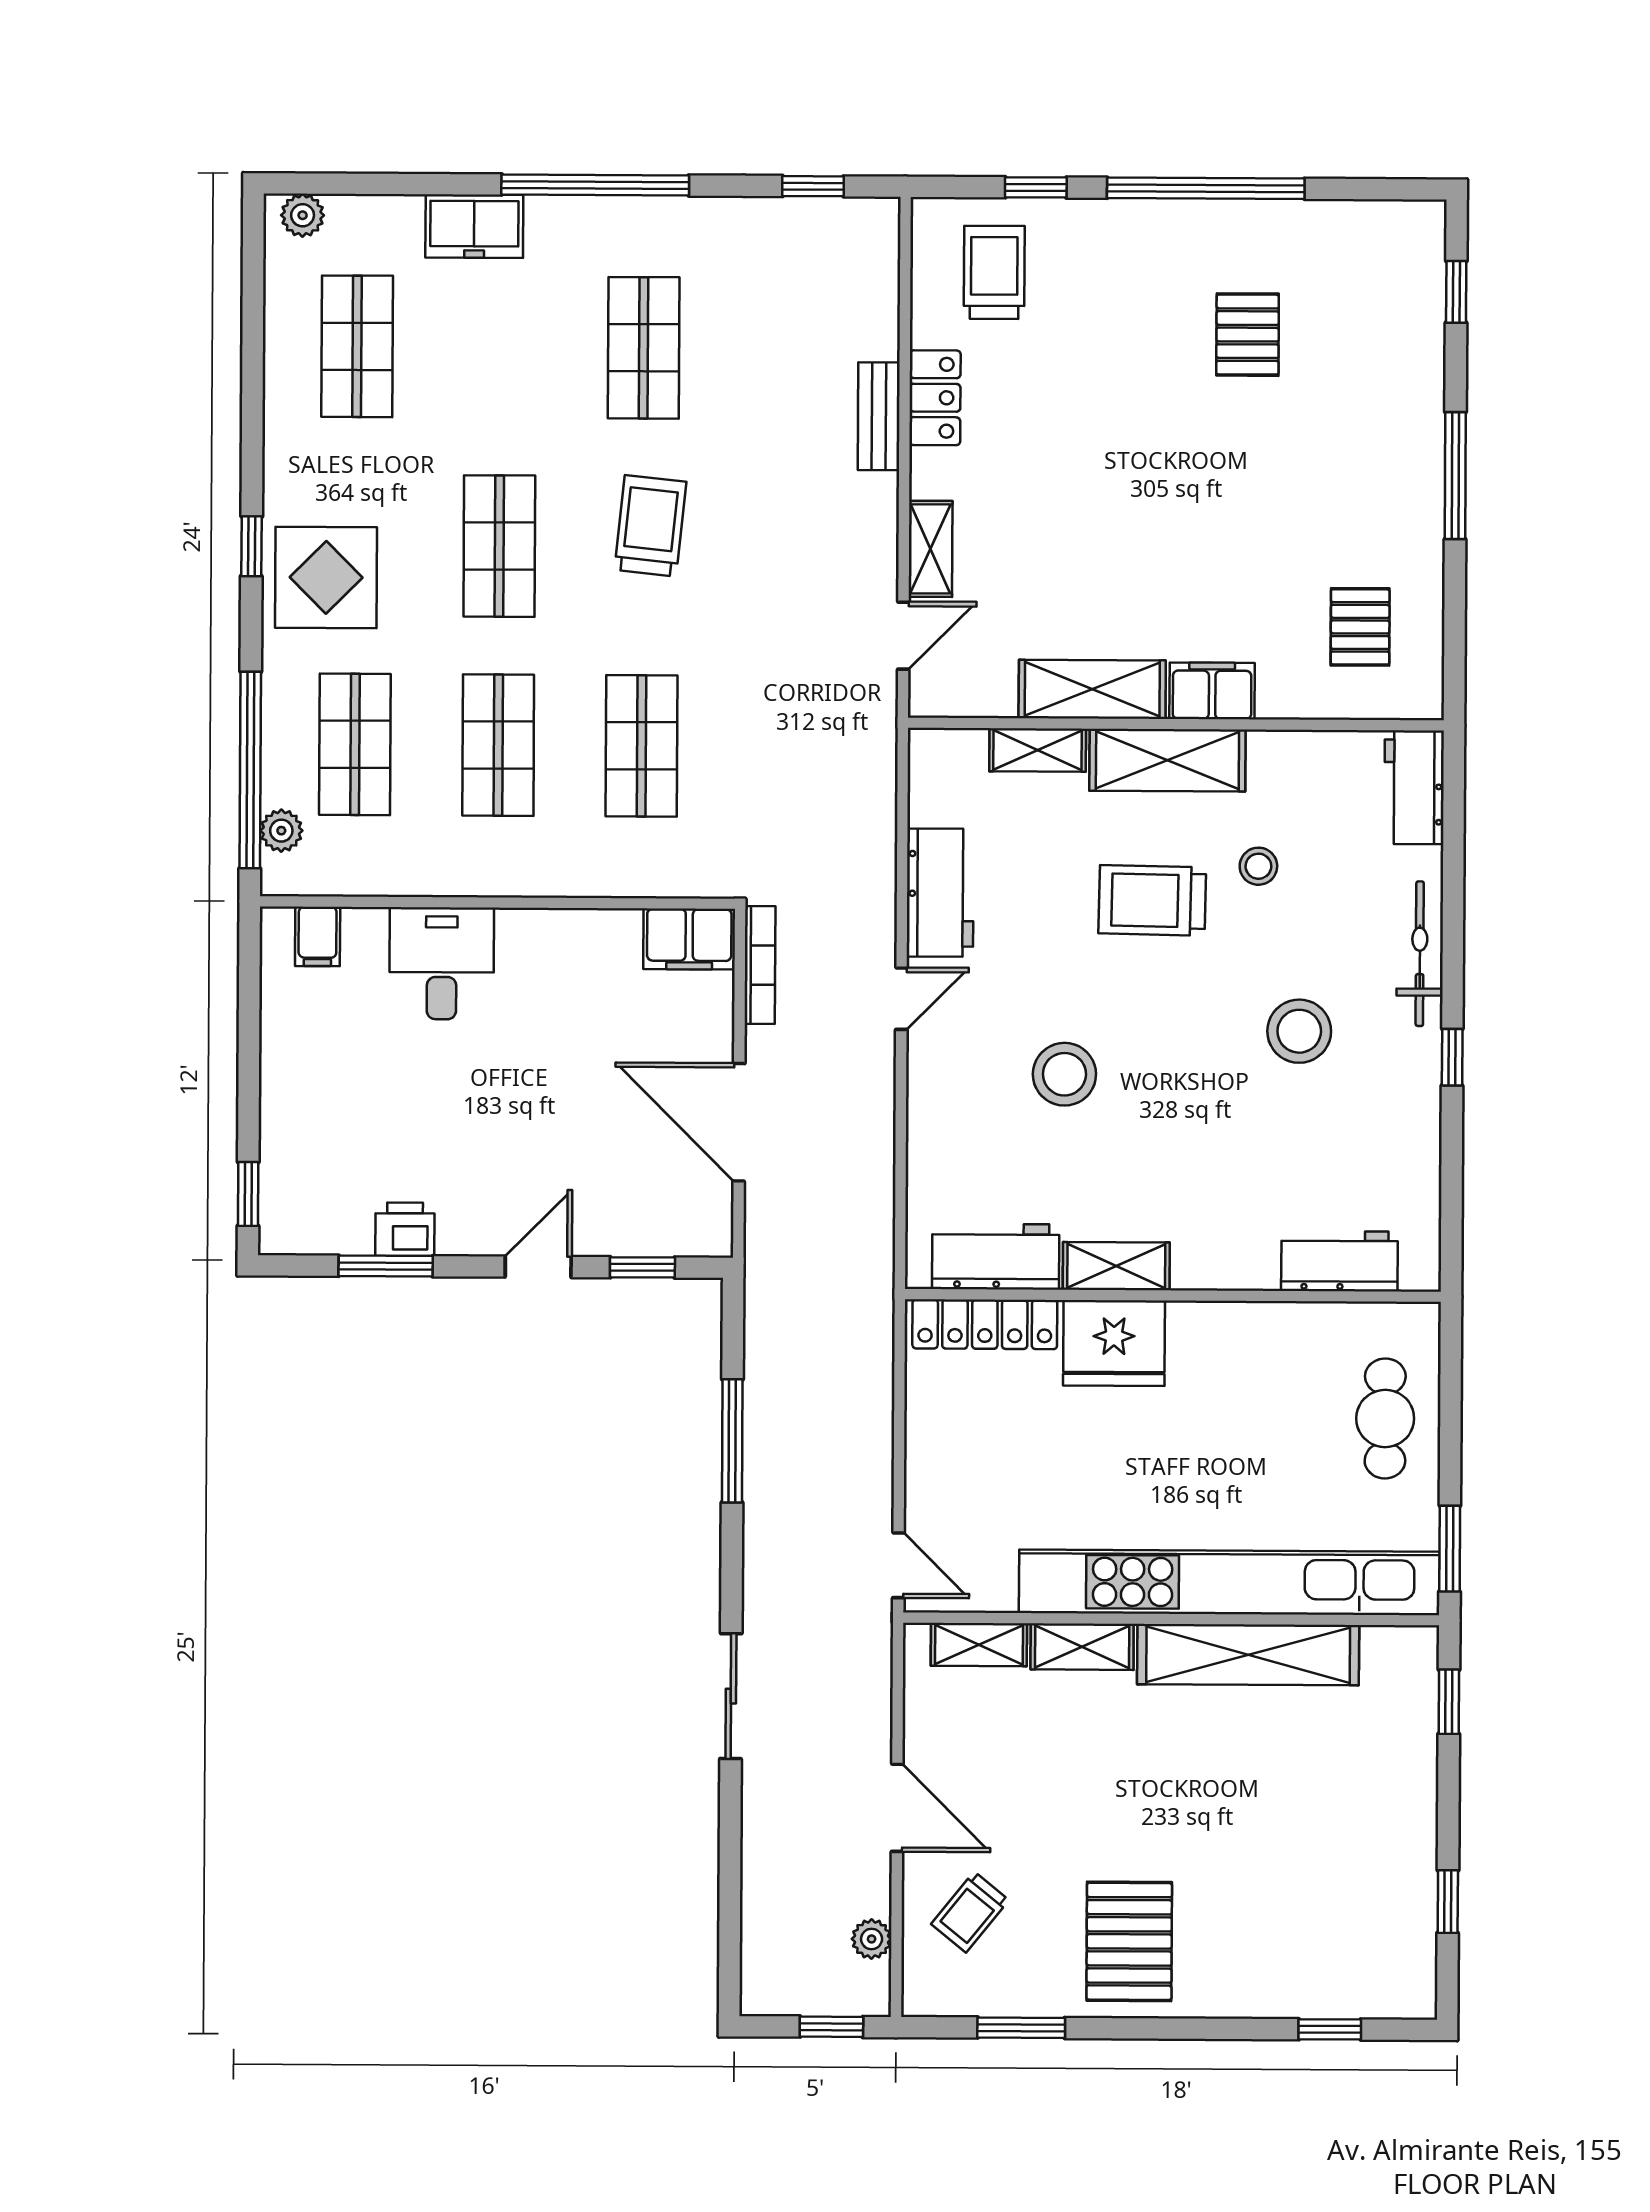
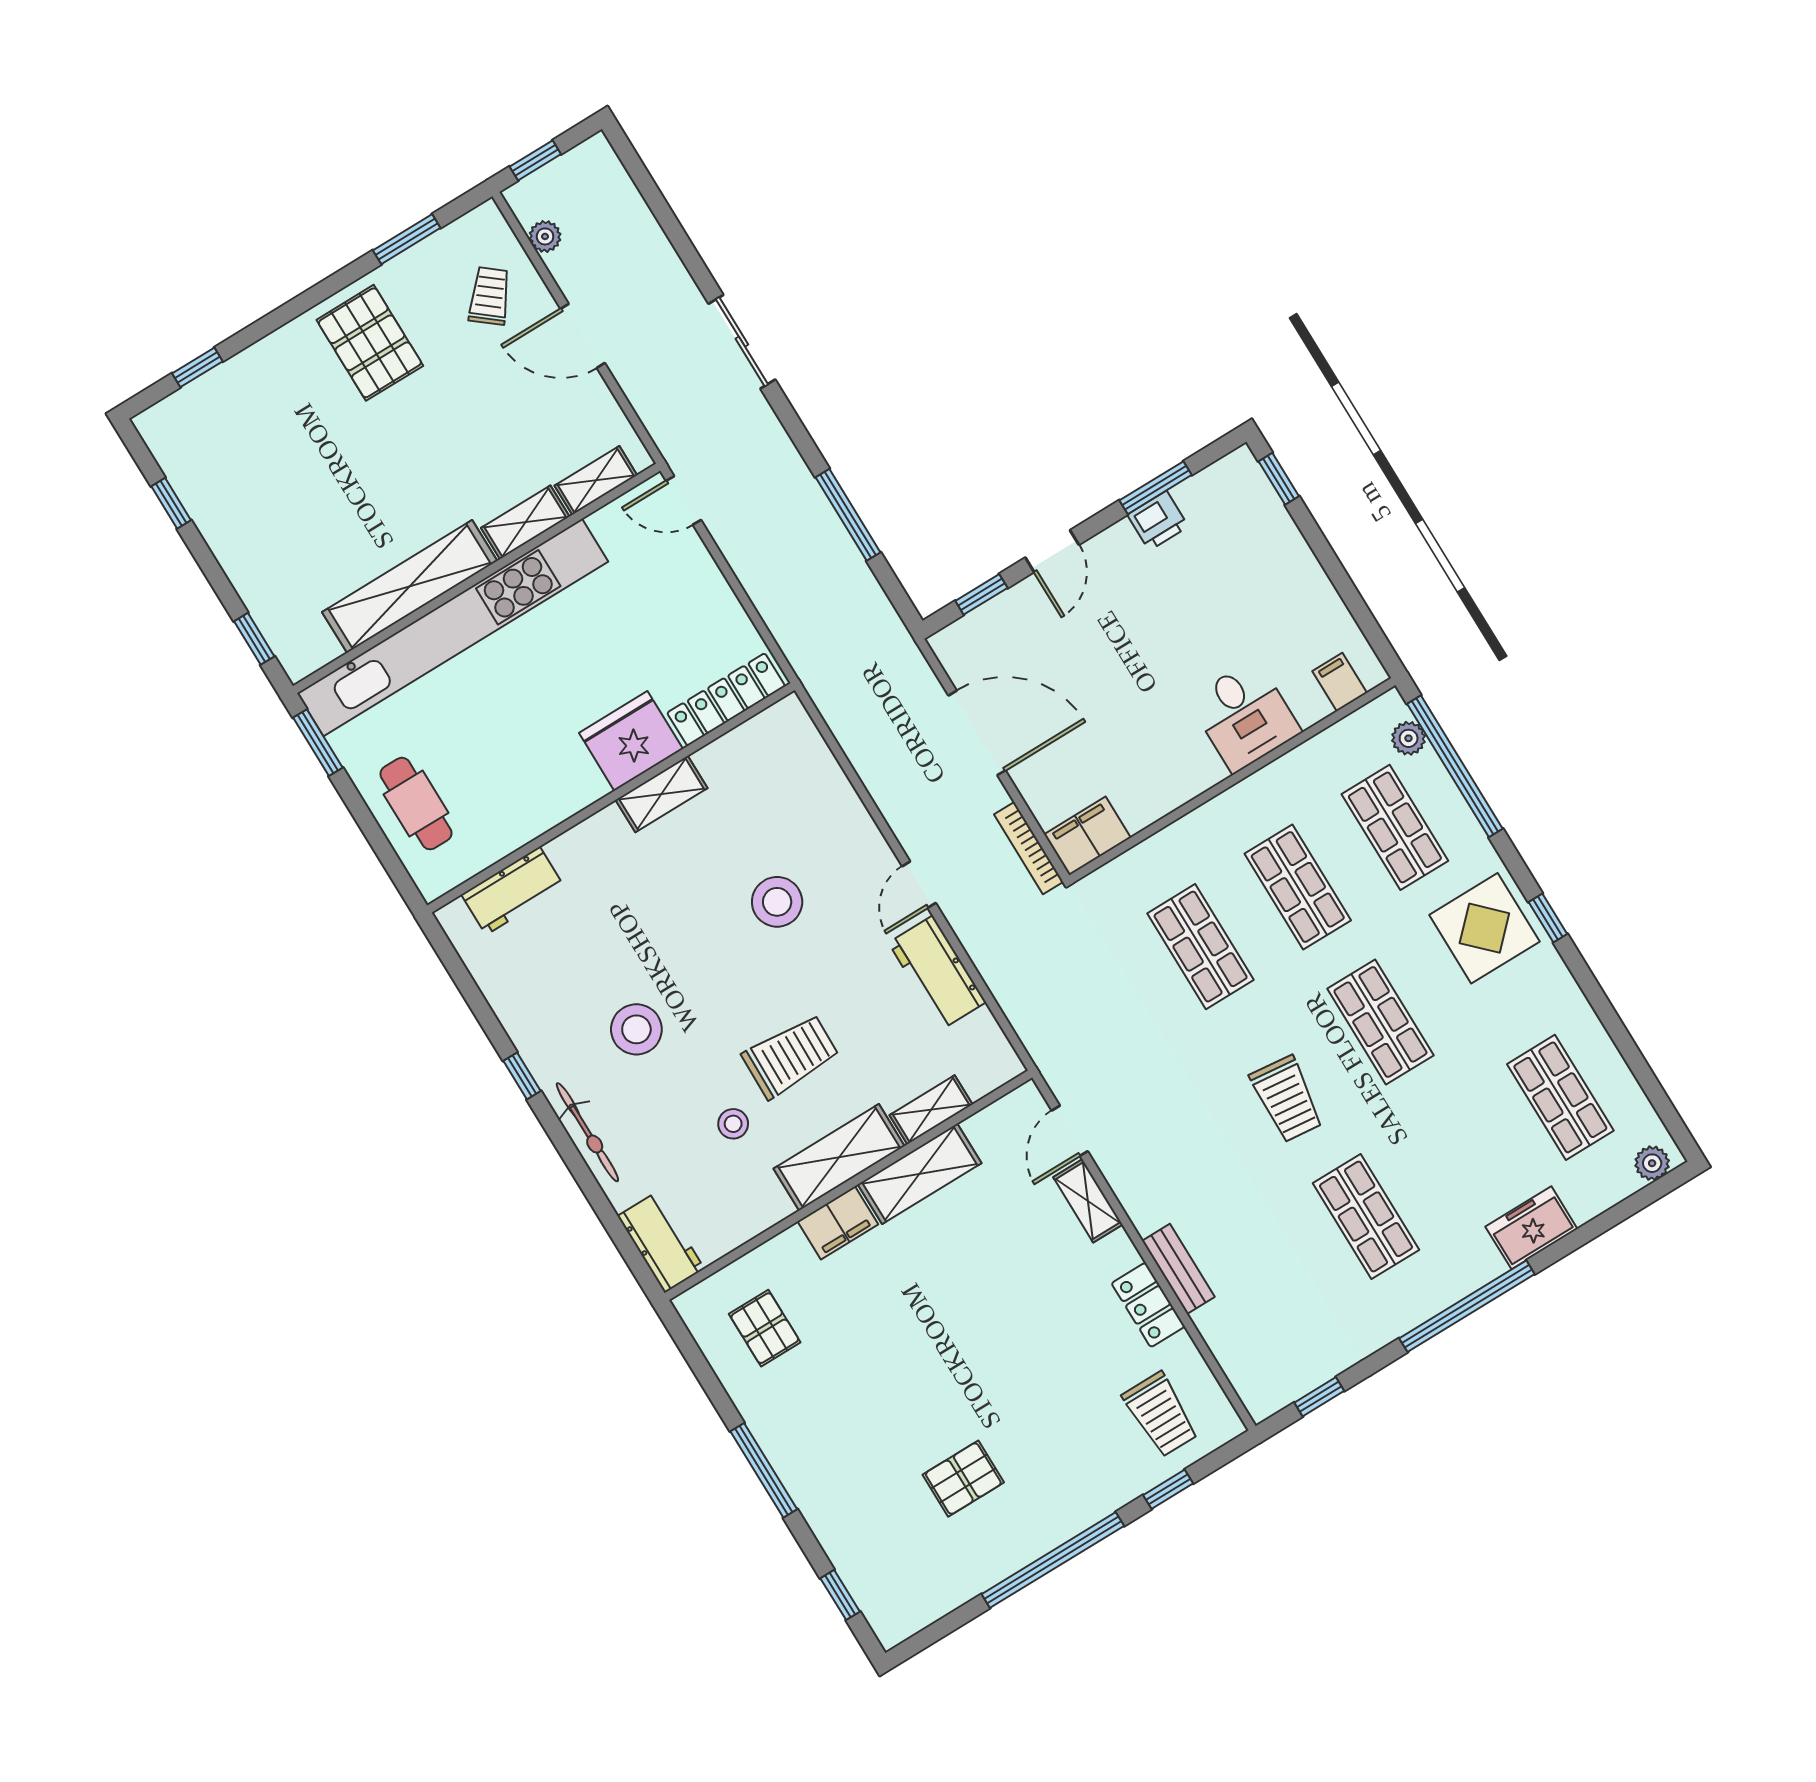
pallet: (1248, 335) -> (963, 1479), turned 90
workbench: (996, 1257) -> (747, 750), removed

